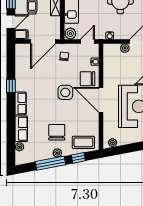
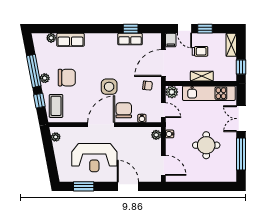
door: (43, 41) -> (163, 63), hinge flipped
plant: (125, 48) -> (156, 135), moved
window: (11, 86) -> (131, 29), moved
row of seats: (21, 103) -> (130, 39), moved

